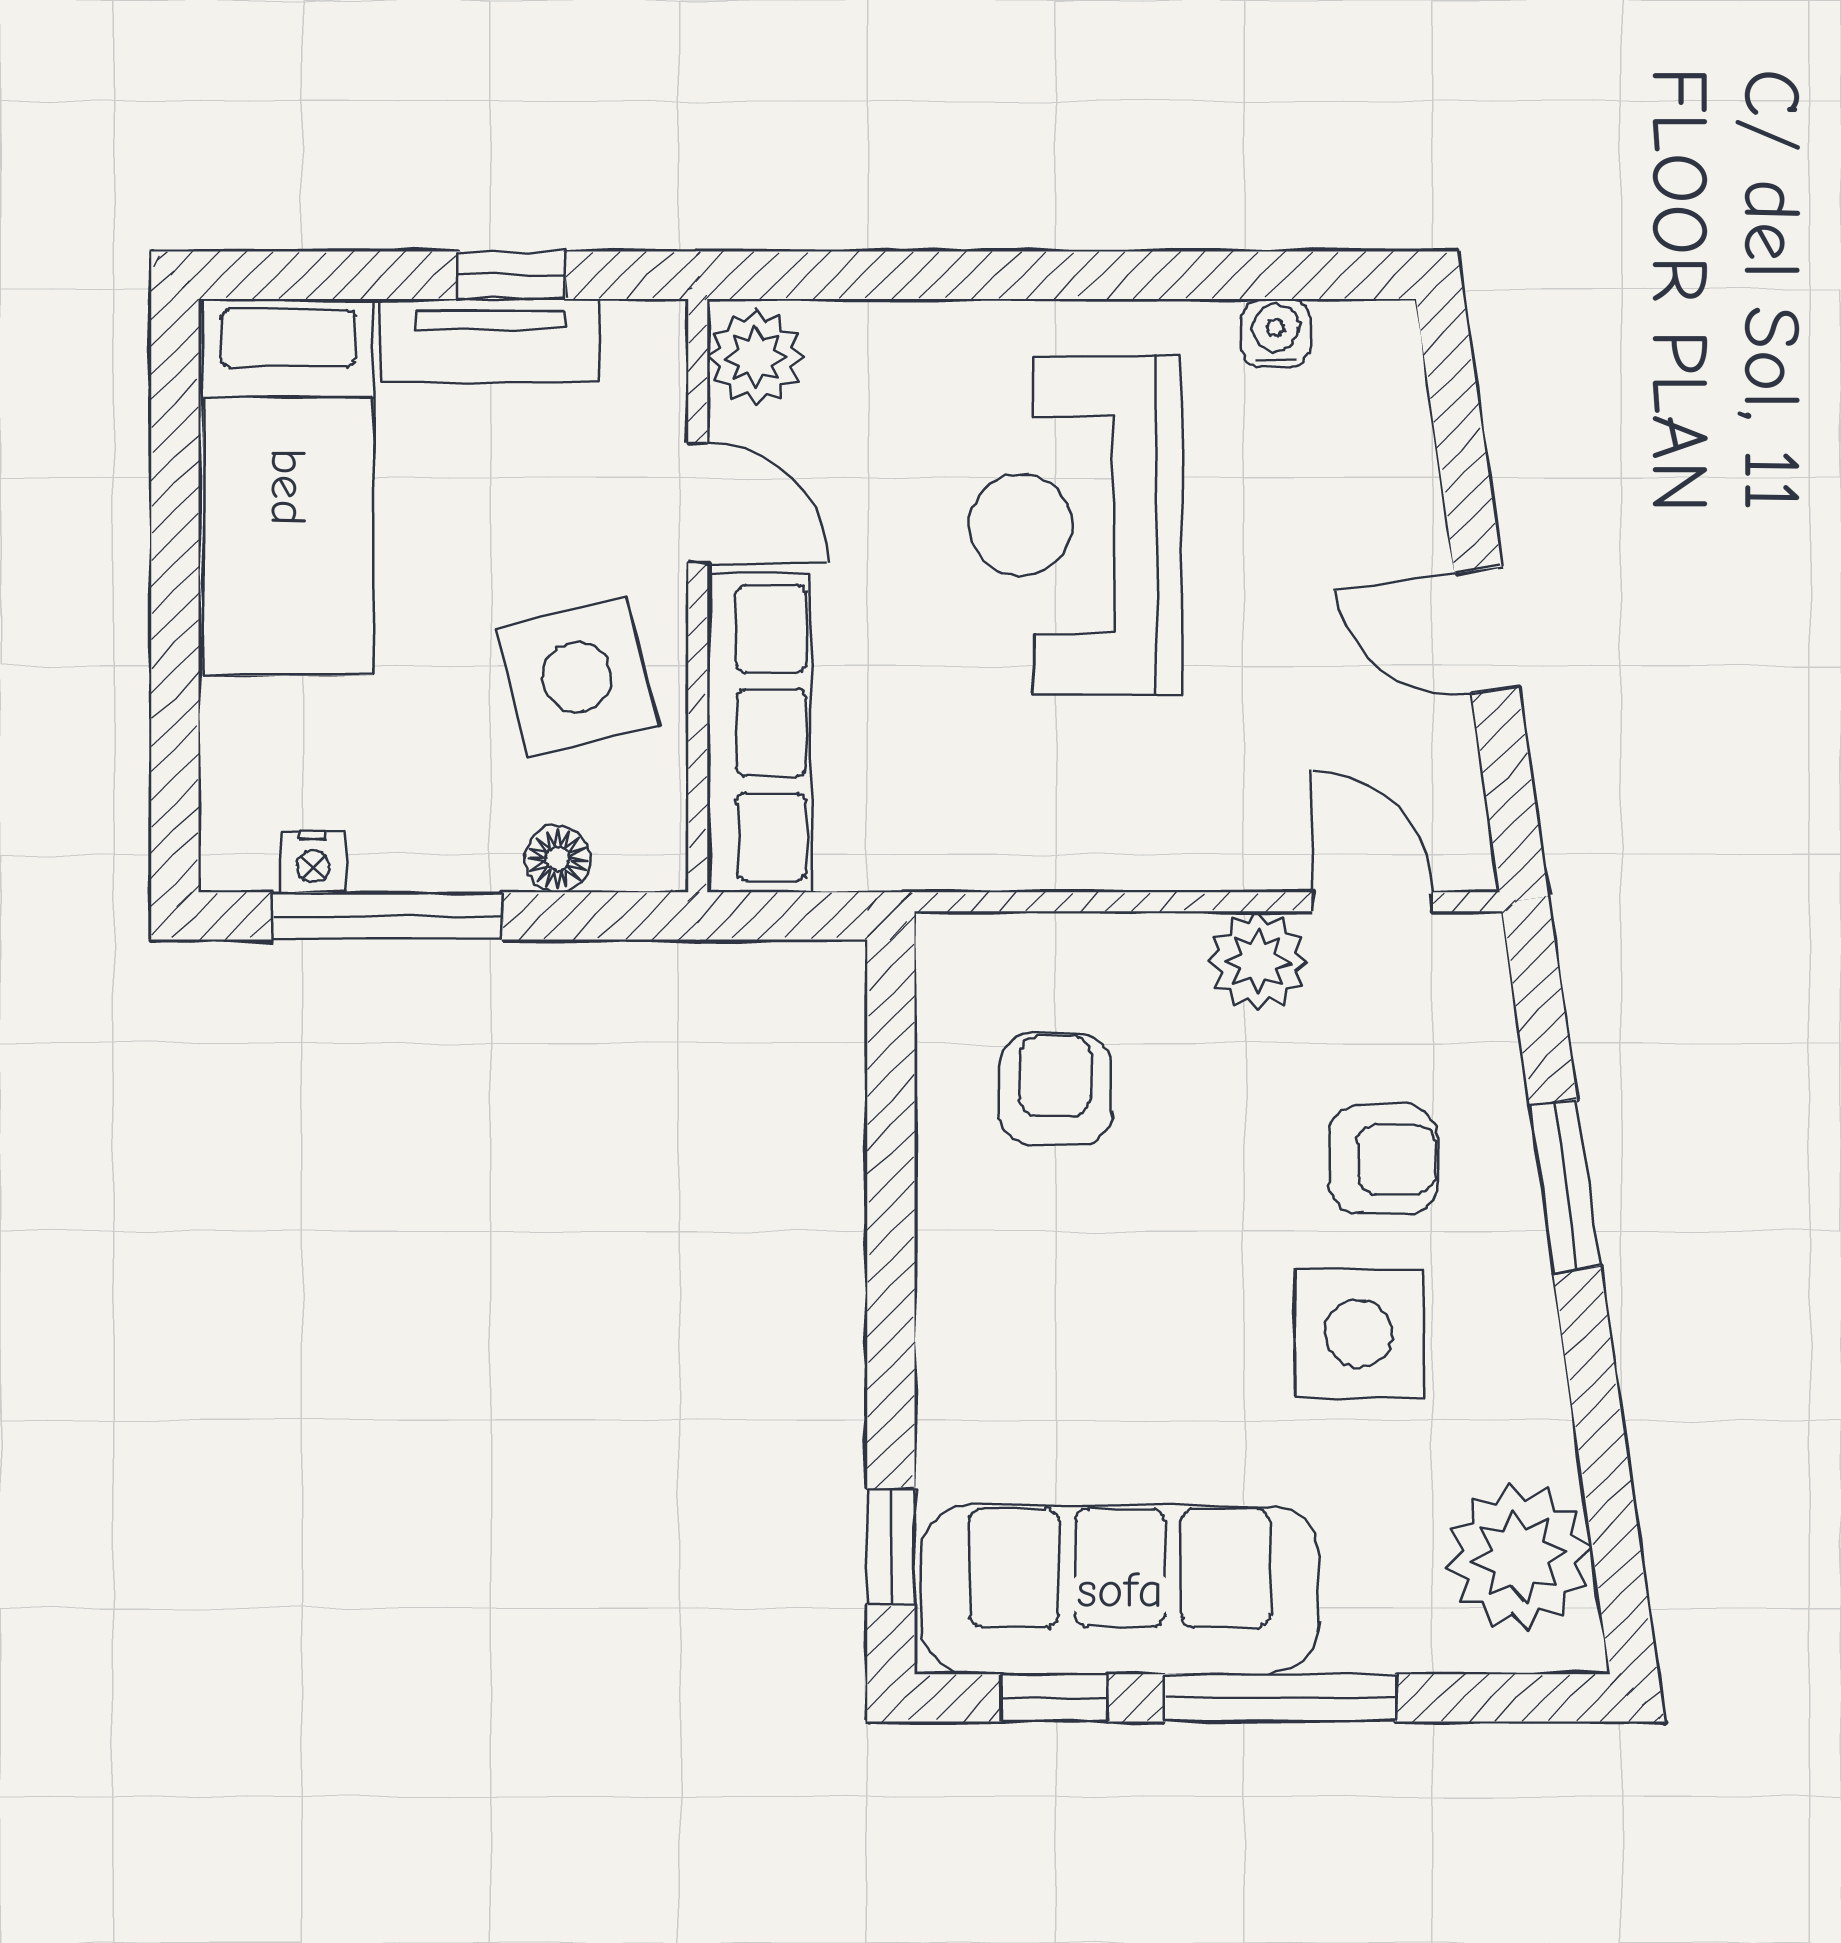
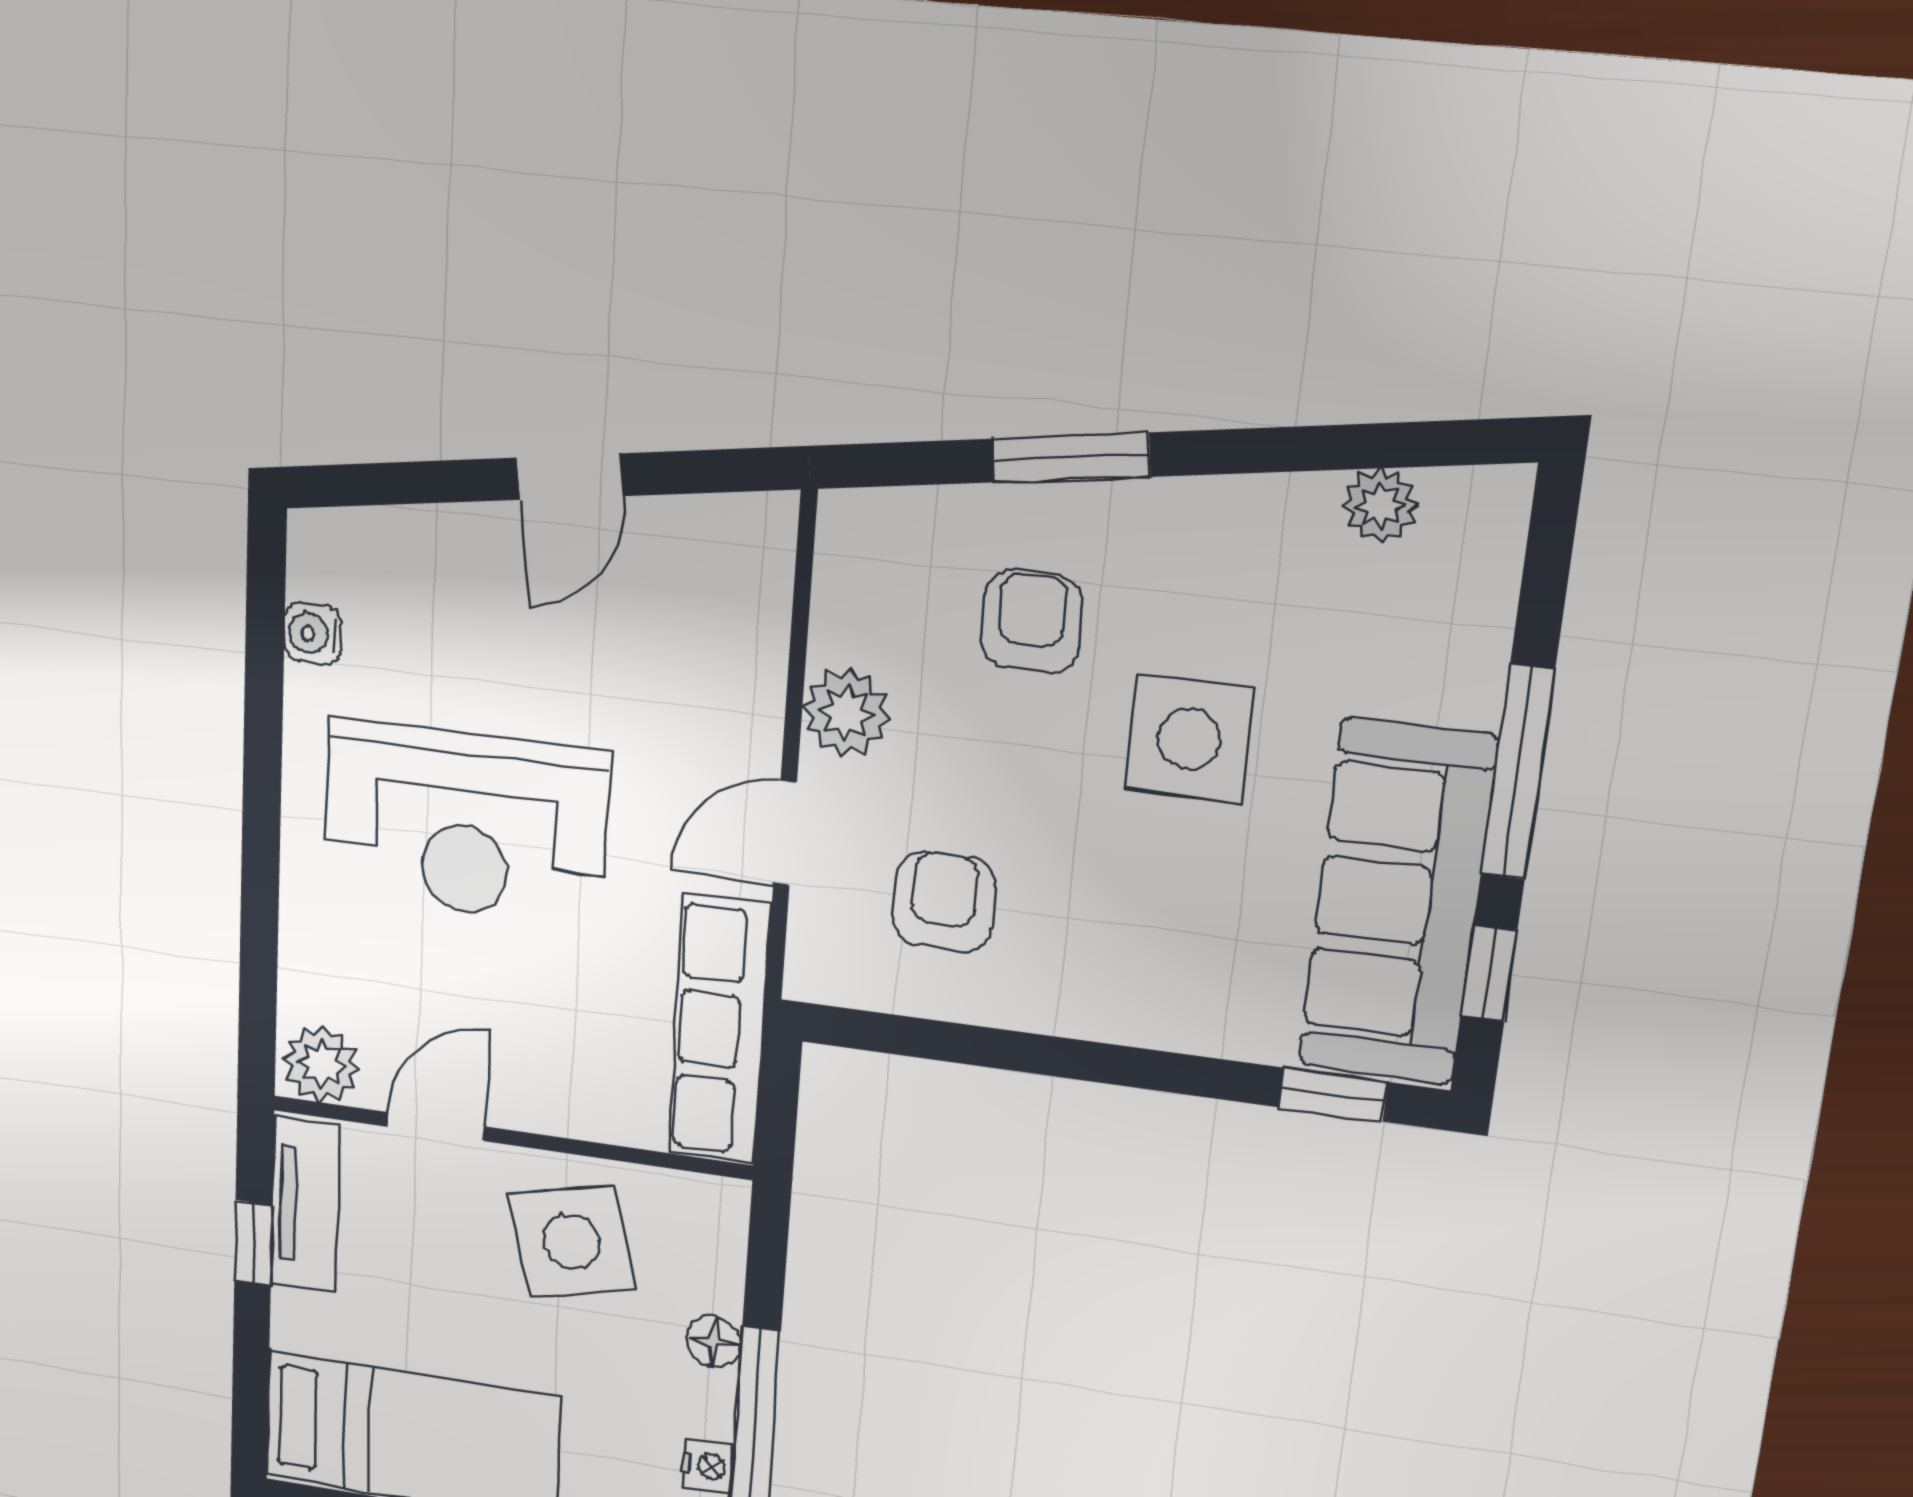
tv unit: (490, 341) -> (305, 1205), moved
row of seats: (759, 733) -> (719, 1030), moved, turned -90
floor lamp: (558, 859) -> (714, 1342), moved
door: (1373, 902) -> (785, 833), moved
armchair: (1055, 1090) -> (944, 902), turned 90
side table: (1359, 1333) -> (1189, 739), moved
plant: (1519, 1557) -> (1380, 506), width x0.53, depth x0.53

